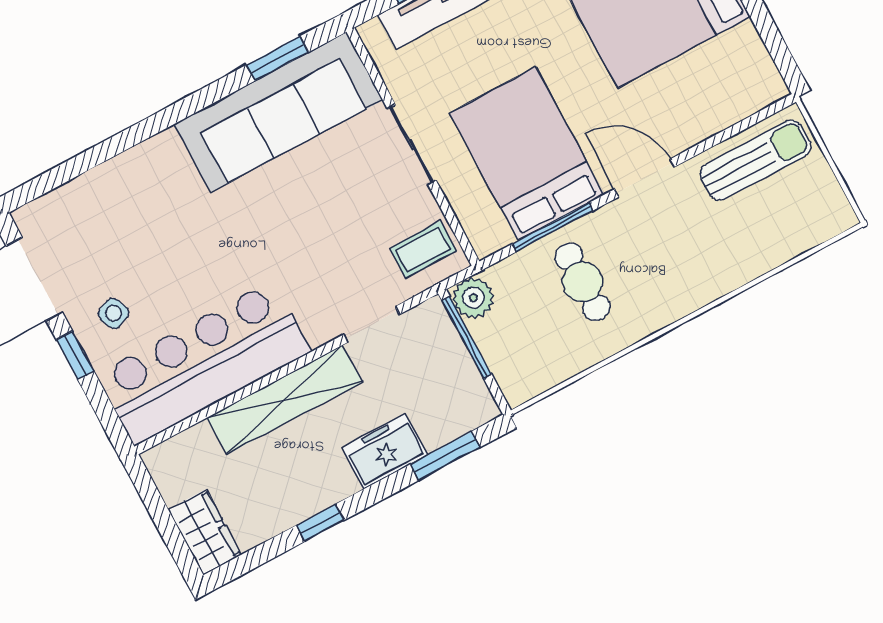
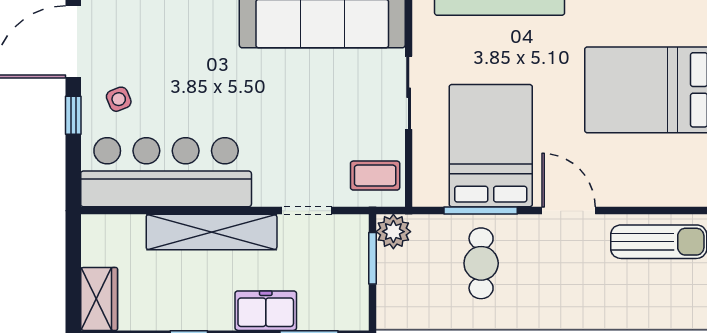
window: (467, 337) -> (372, 258), width x0.69

